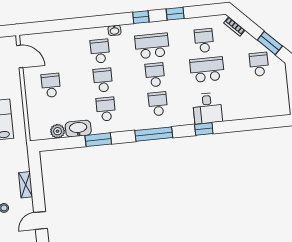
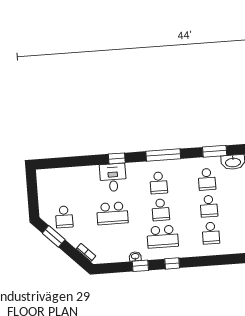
washbasin: (114, 30) -> (135, 256), moved
school desk: (204, 41) -> (114, 240), removed

